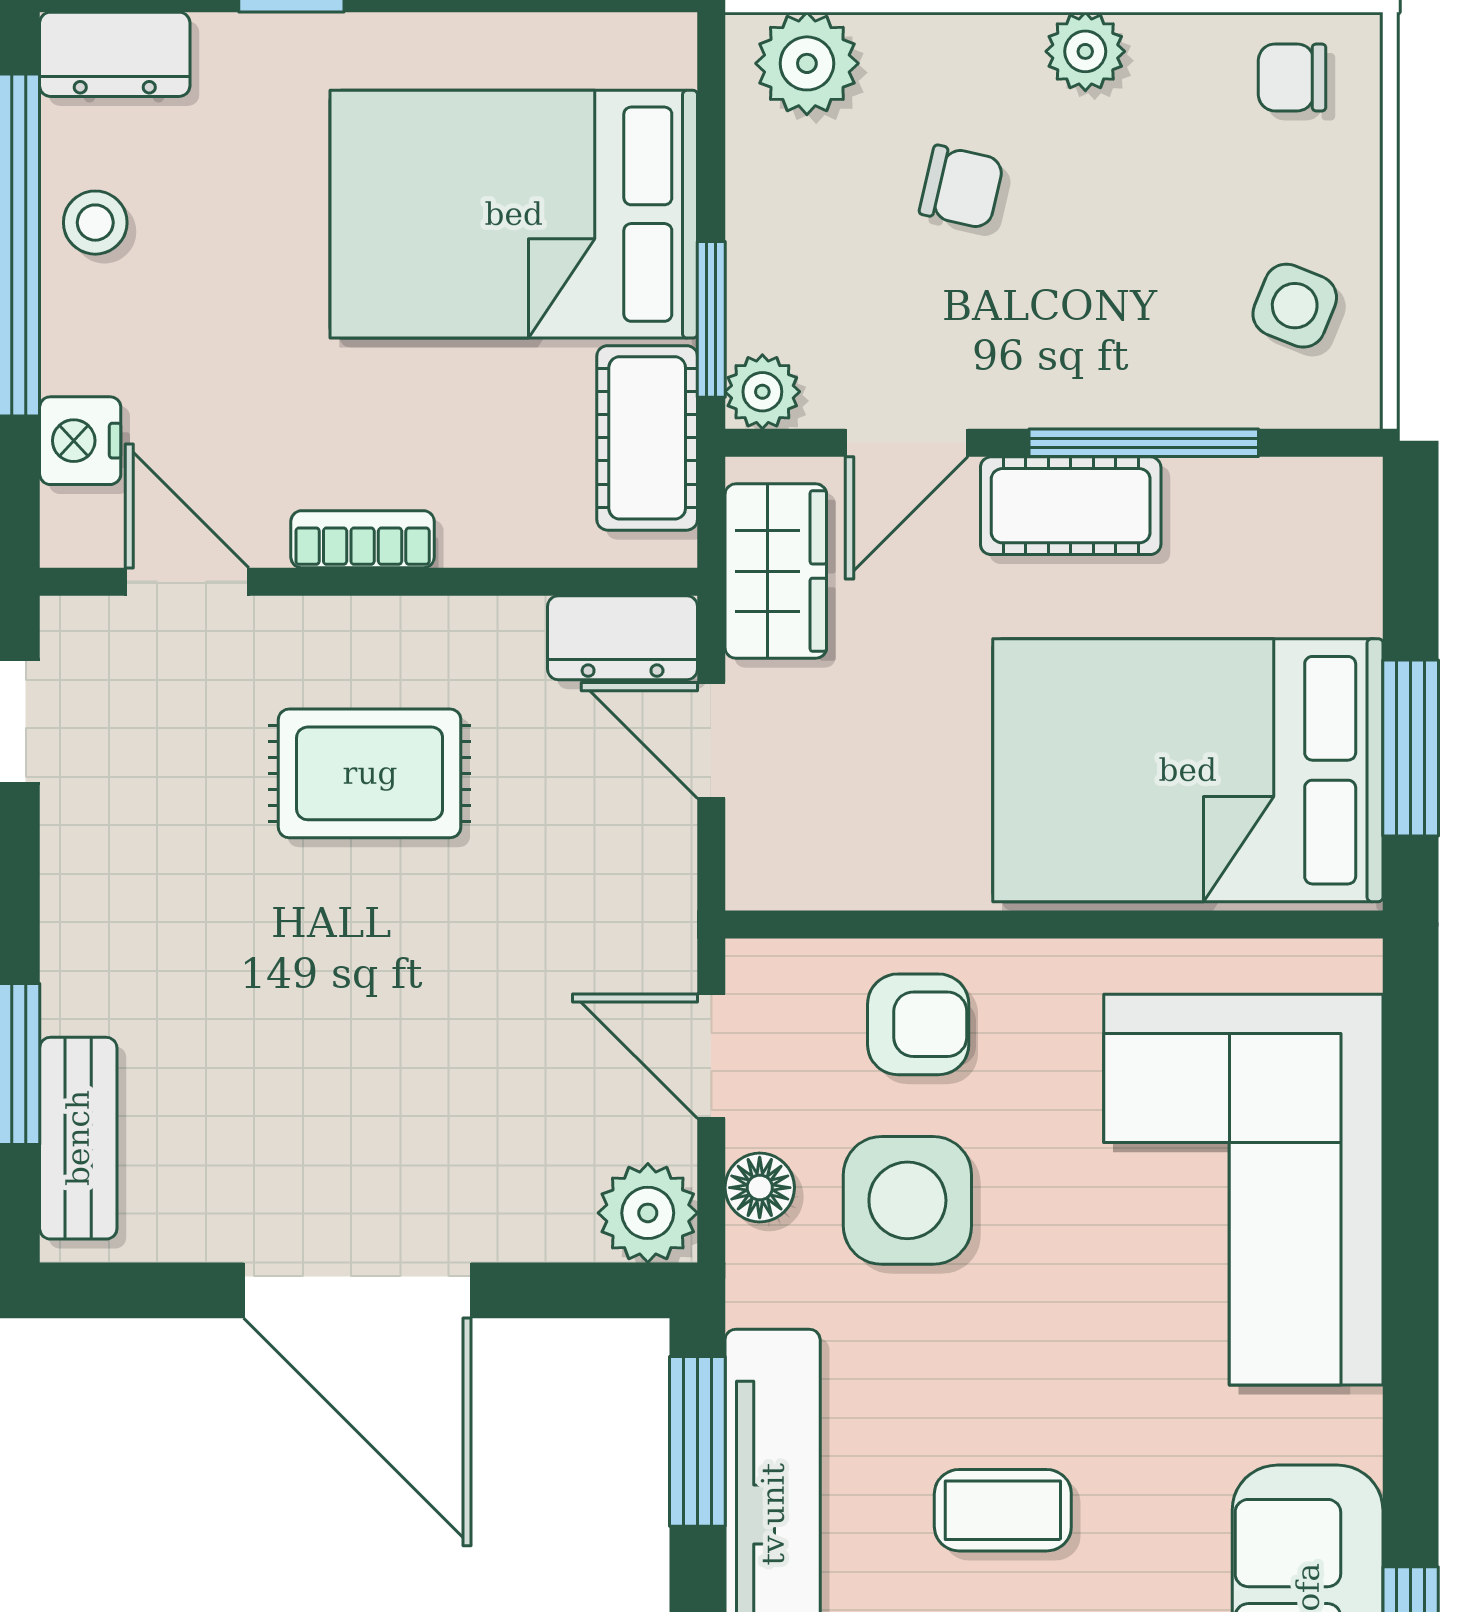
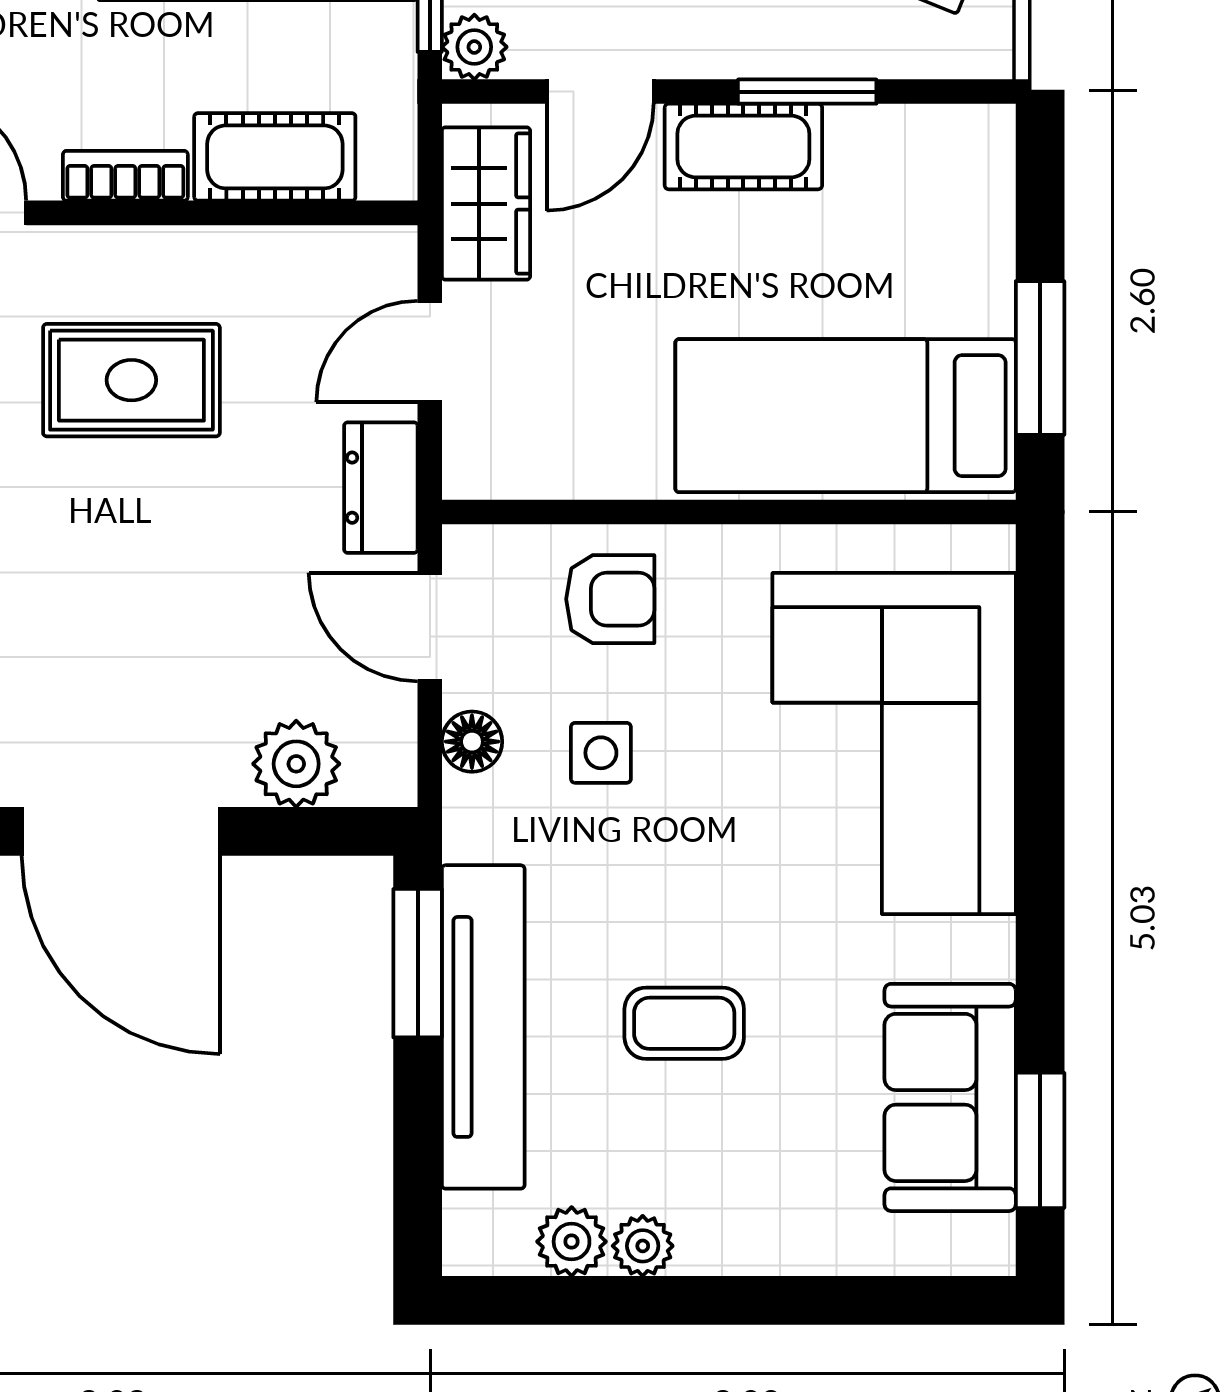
cot: (647, 438) -> (275, 157), moved, turned 90
window: (1144, 443) -> (807, 92), width x0.69
dresser: (623, 638) -> (381, 488), moved, turned 90
door: (711, 740) -> (430, 351), hinge flipped
bed: (1188, 770) -> (846, 416), width x0.67
side table: (907, 1200) -> (601, 753), width x0.54, depth x0.54
plant: (648, 1213) -> (296, 764), moved

